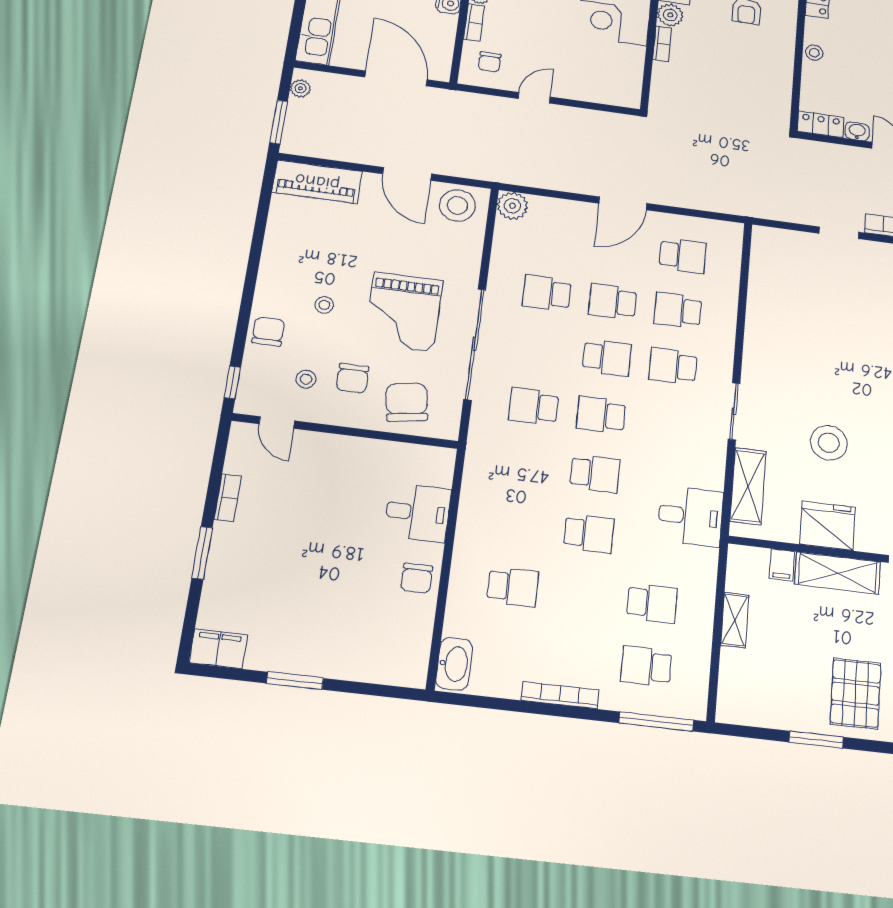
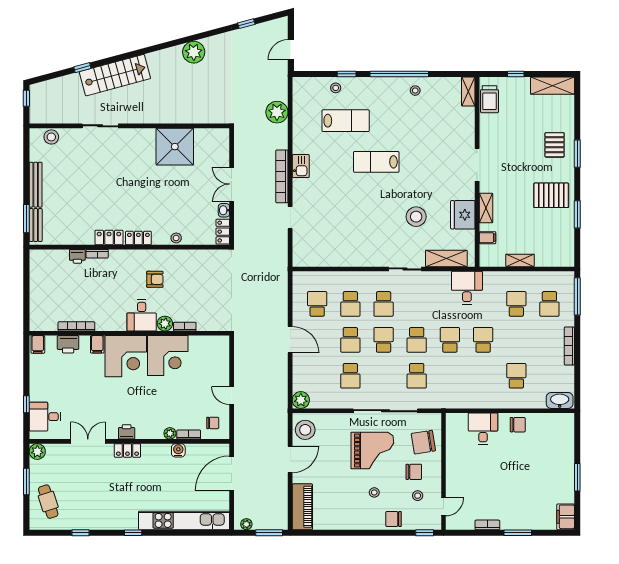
shelving: (838, 573) -> (486, 208), width x0.67, depth x0.75

